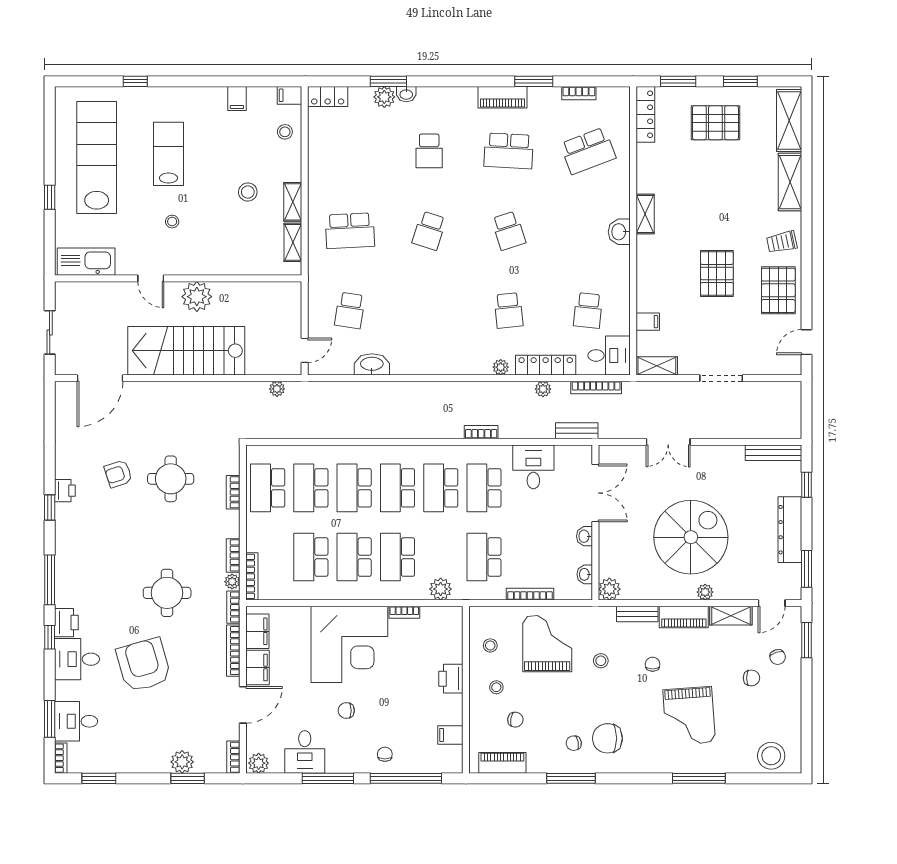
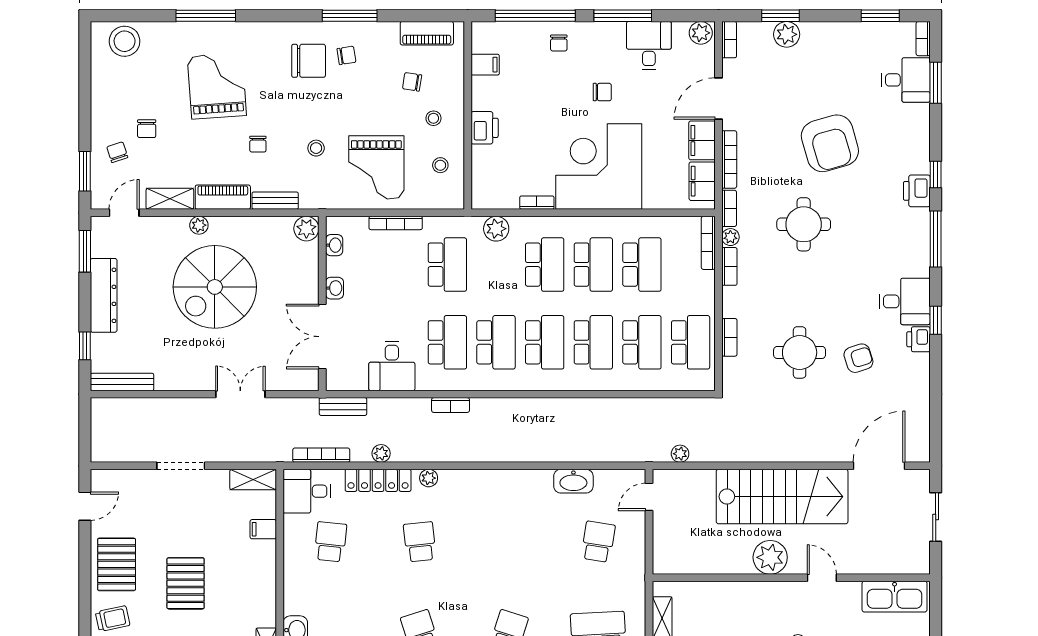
desk: (77, 659) -> (905, 301), moved
chair: (751, 678) -> (147, 129), turned -90

